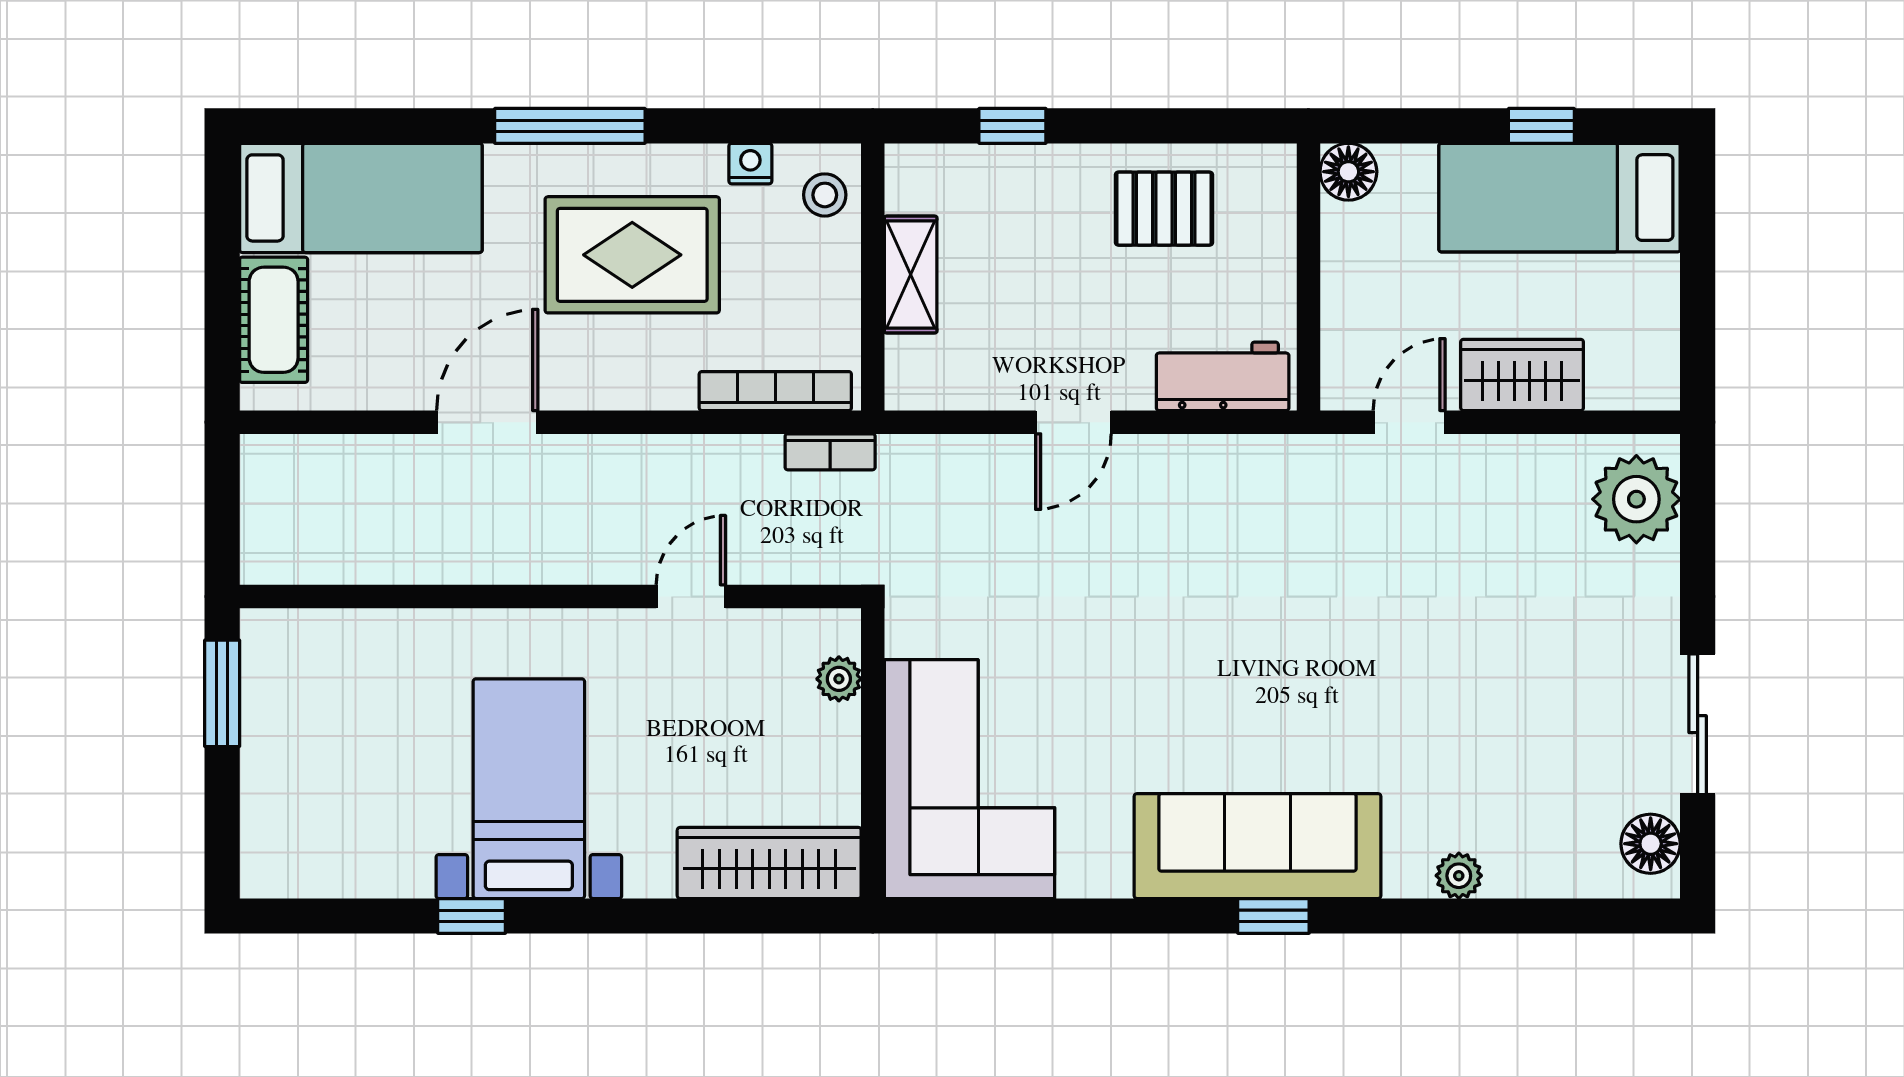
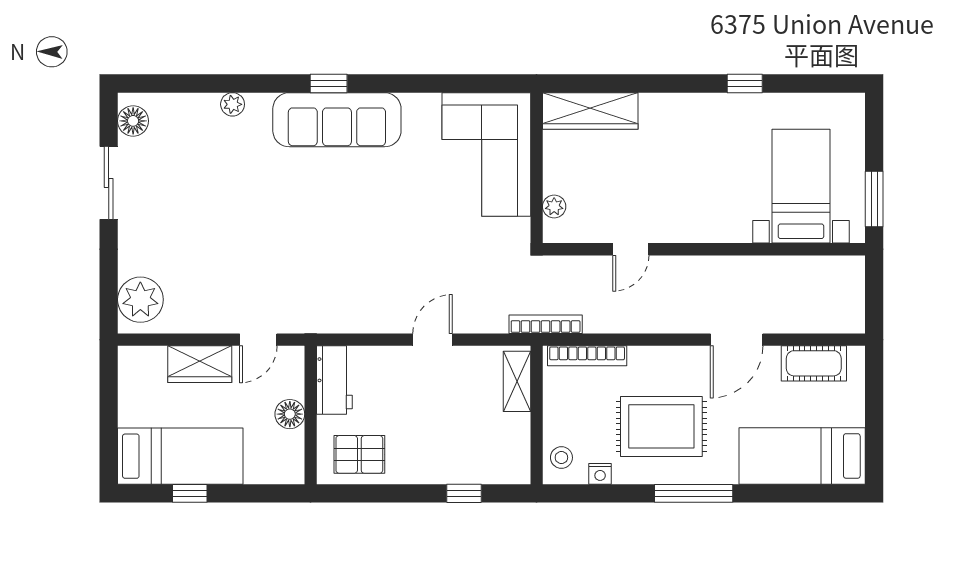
floor lamp: (1348, 172) -> (290, 414), moved
pallet: (1164, 209) -> (359, 454), moved
shelving: (911, 275) -> (517, 381), moved
cot: (274, 320) -> (814, 363), moved, turned 90
workbench: (1223, 376) -> (334, 380), moved, turned -90
bookcase: (830, 452) -> (546, 324), width x1.56
bed with nightstands: (529, 789) -> (801, 186), moved, turned 180

